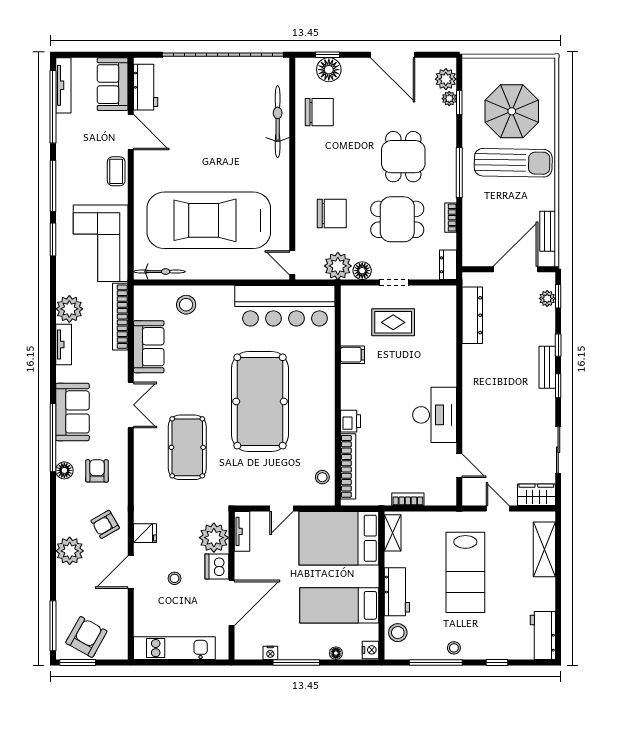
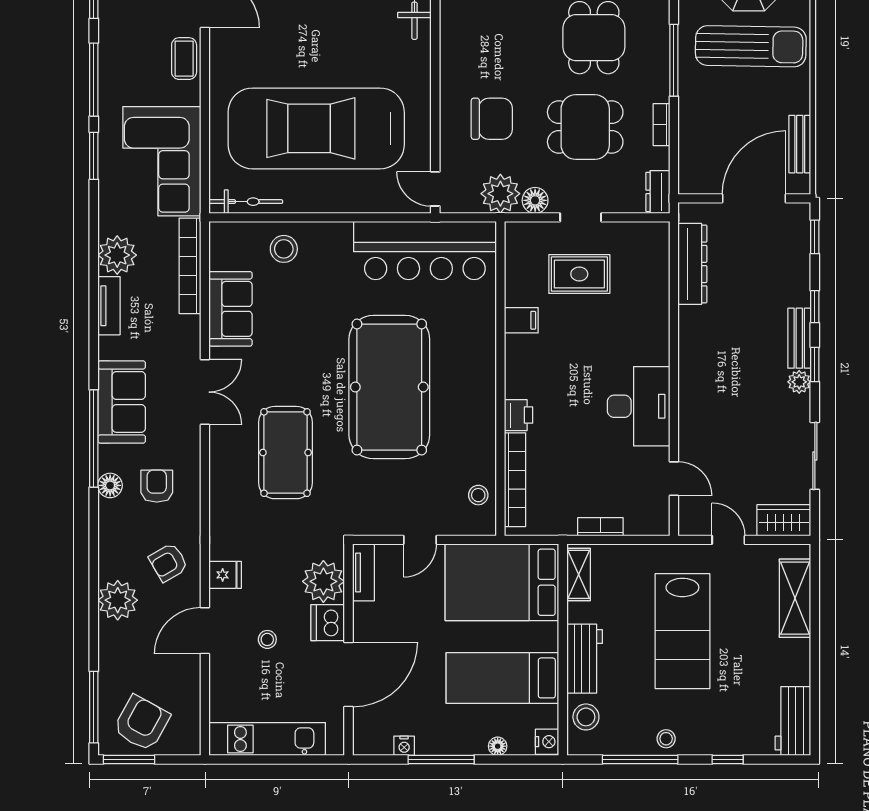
plant: (547, 298) -> (799, 382), moved

